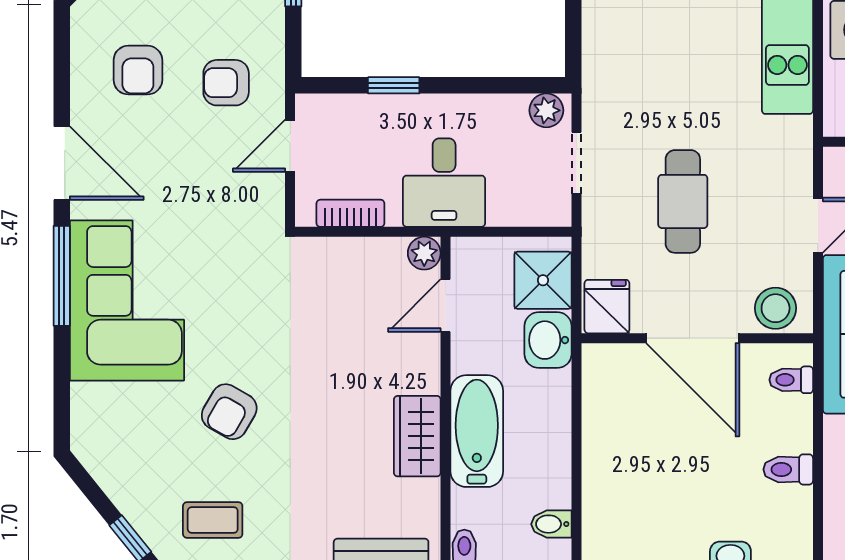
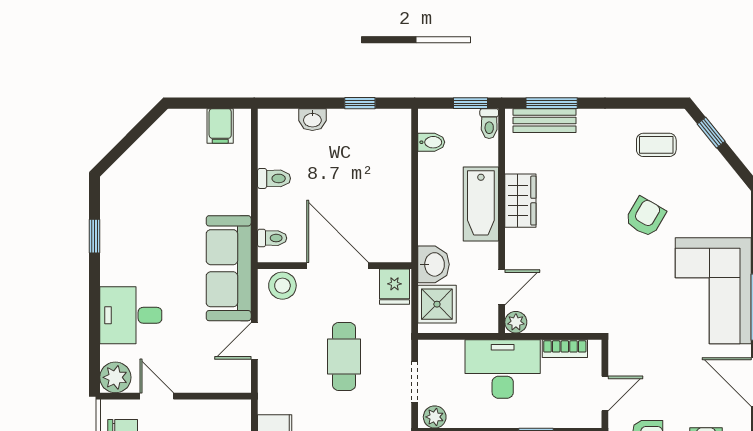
desk: (444, 183) -> (503, 369), width x1.37

